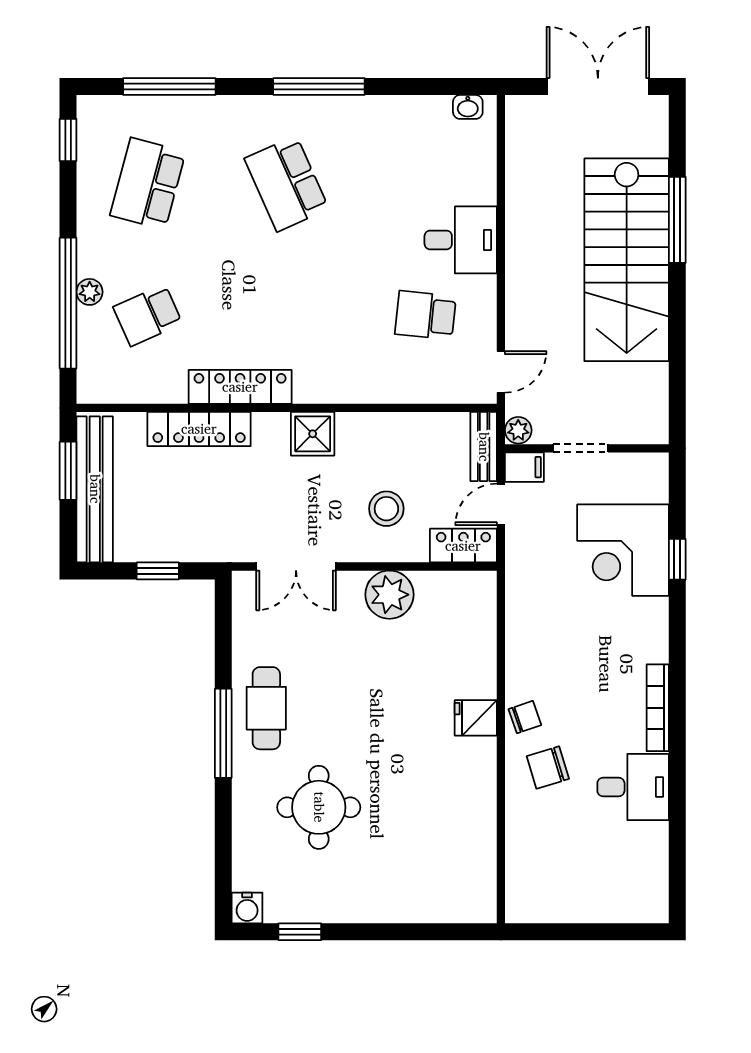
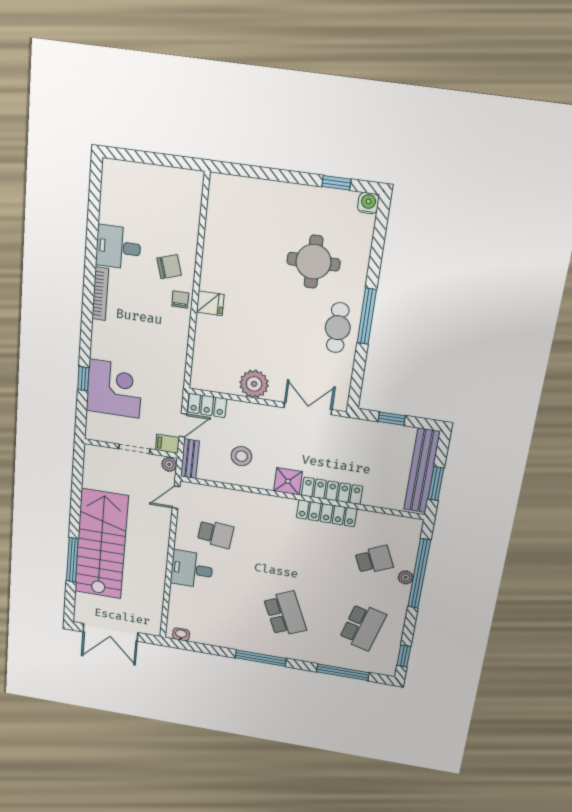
locker: (199, 429) -> (332, 491), moved
stool: (386, 509) -> (241, 456), moved
chair: (525, 717) -> (180, 300), turned 109

